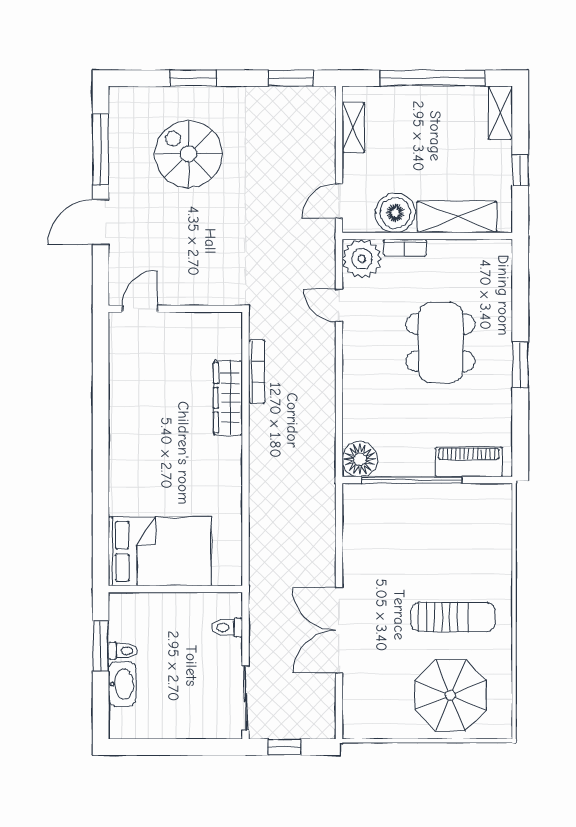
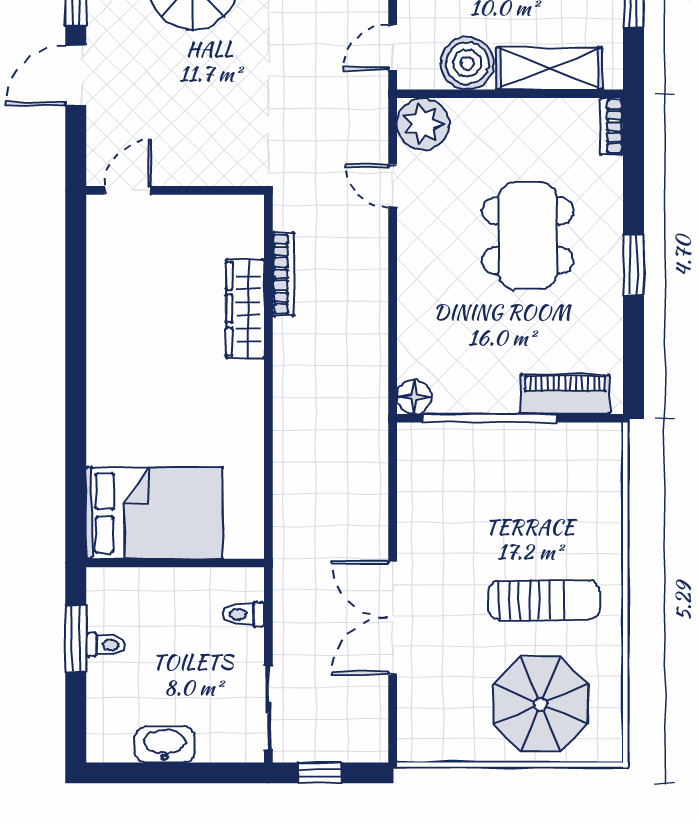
bookcase: (405, 248) -> (612, 126), moved, turned 90
floor lamp: (360, 459) -> (414, 397), width x0.73, depth x0.73
washbasin: (122, 684) -> (165, 744), moved, turned -90

